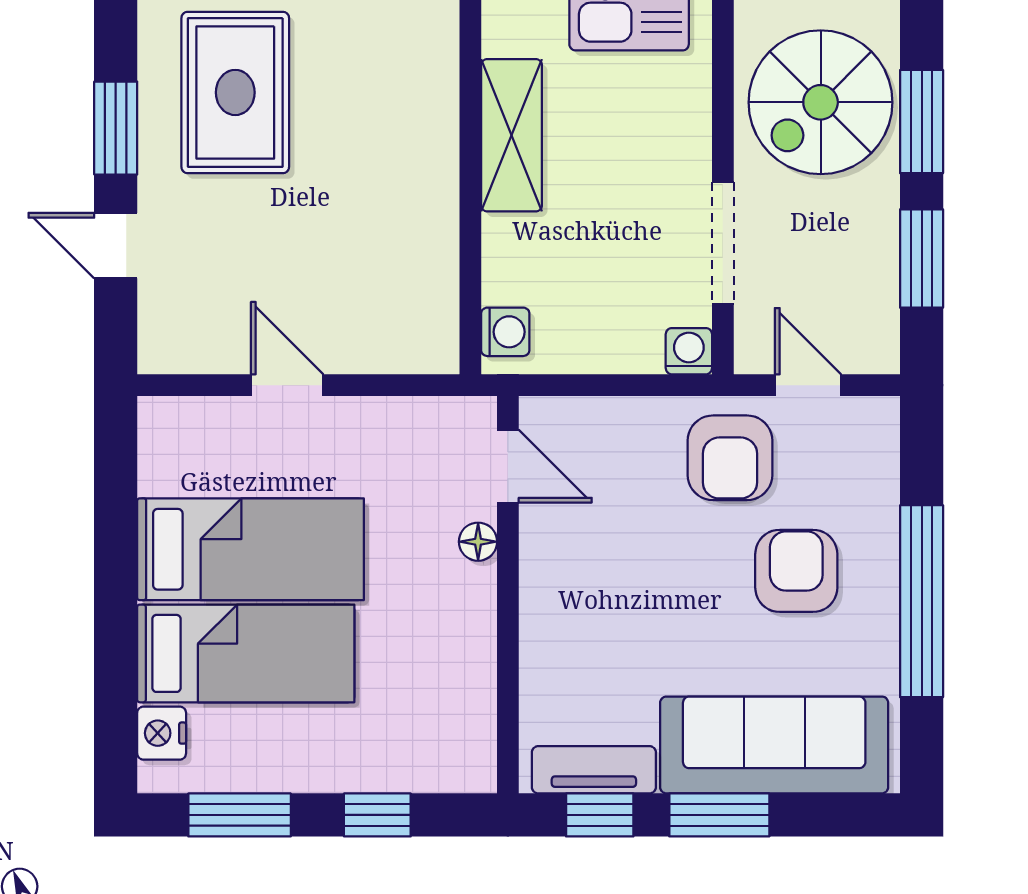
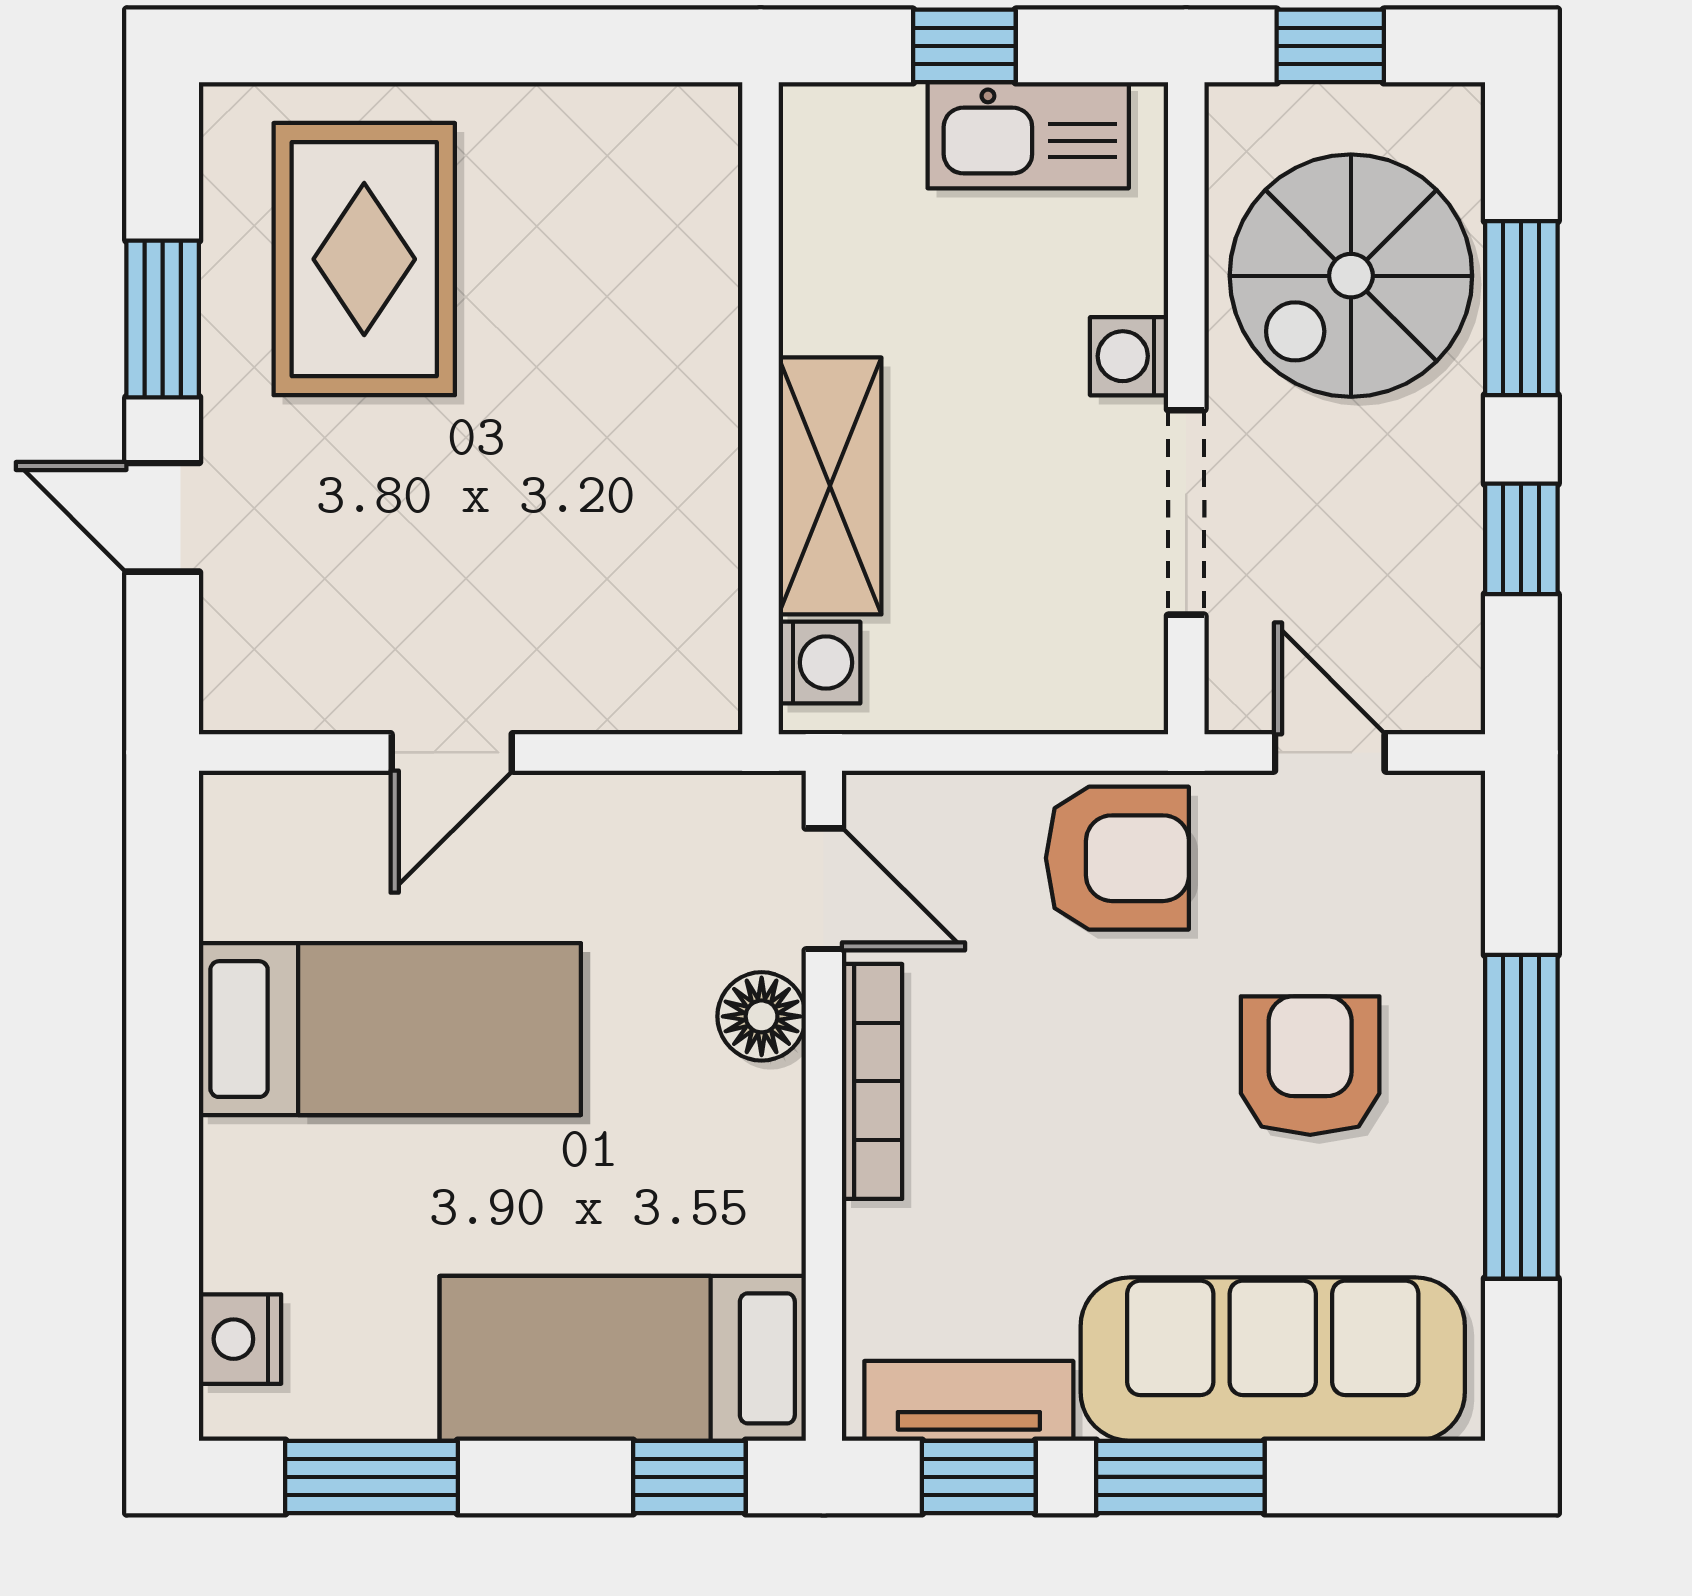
shelving: (512, 135) -> (830, 486), moved
window: (922, 258) -> (1521, 539), width x0.67
washing machine: (689, 351) -> (1129, 356), moved, turned -90
door: (287, 385) -> (452, 752), swing flipped
armchair: (730, 458) -> (1117, 858), moved, turned -90
floor lamp: (478, 542) -> (762, 1016), width x1.37, depth x1.37
bookcase: (536, 580) -> (872, 1081), added
bed: (246, 653) -> (623, 1358), moved, turned 180
window: (377, 815) -> (689, 1477), moved

